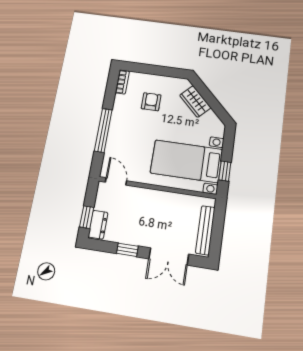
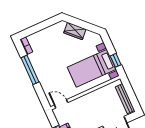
armchair: (151, 102) -> (50, 47), removed
window: (103, 130) -> (30, 70), moved

